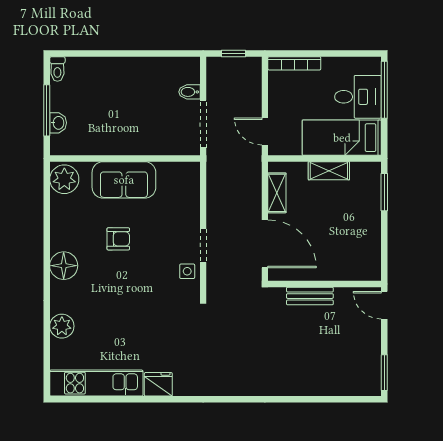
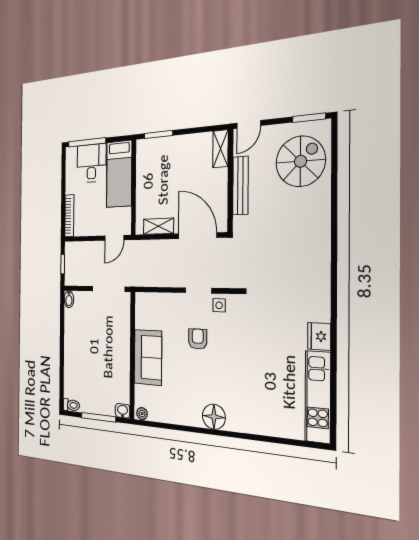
bidet: (189, 92) -> (69, 299), moved
washbasin: (58, 123) -> (123, 411), moved
shelving: (329, 171) -> (220, 149), moved
plant: (64, 179) -> (142, 414), width x0.53, depth x0.53
armchair: (118, 239) -> (198, 339), moved
door: (265, 244) -> (197, 236), hinge flipped
bench: (310, 296) -> (240, 186), width x1.36
plant: (62, 326) -> (265, 424), removed
spiral stairs: (340, 364) -> (300, 161), added

